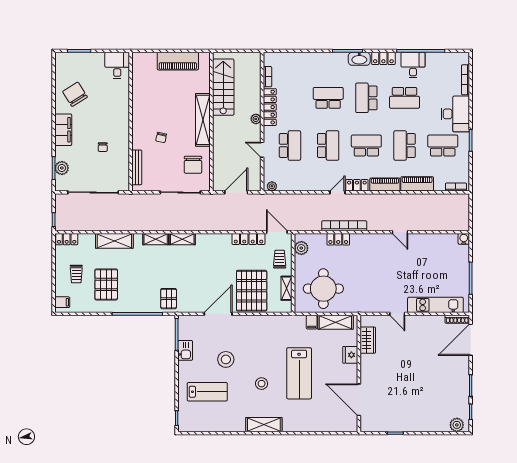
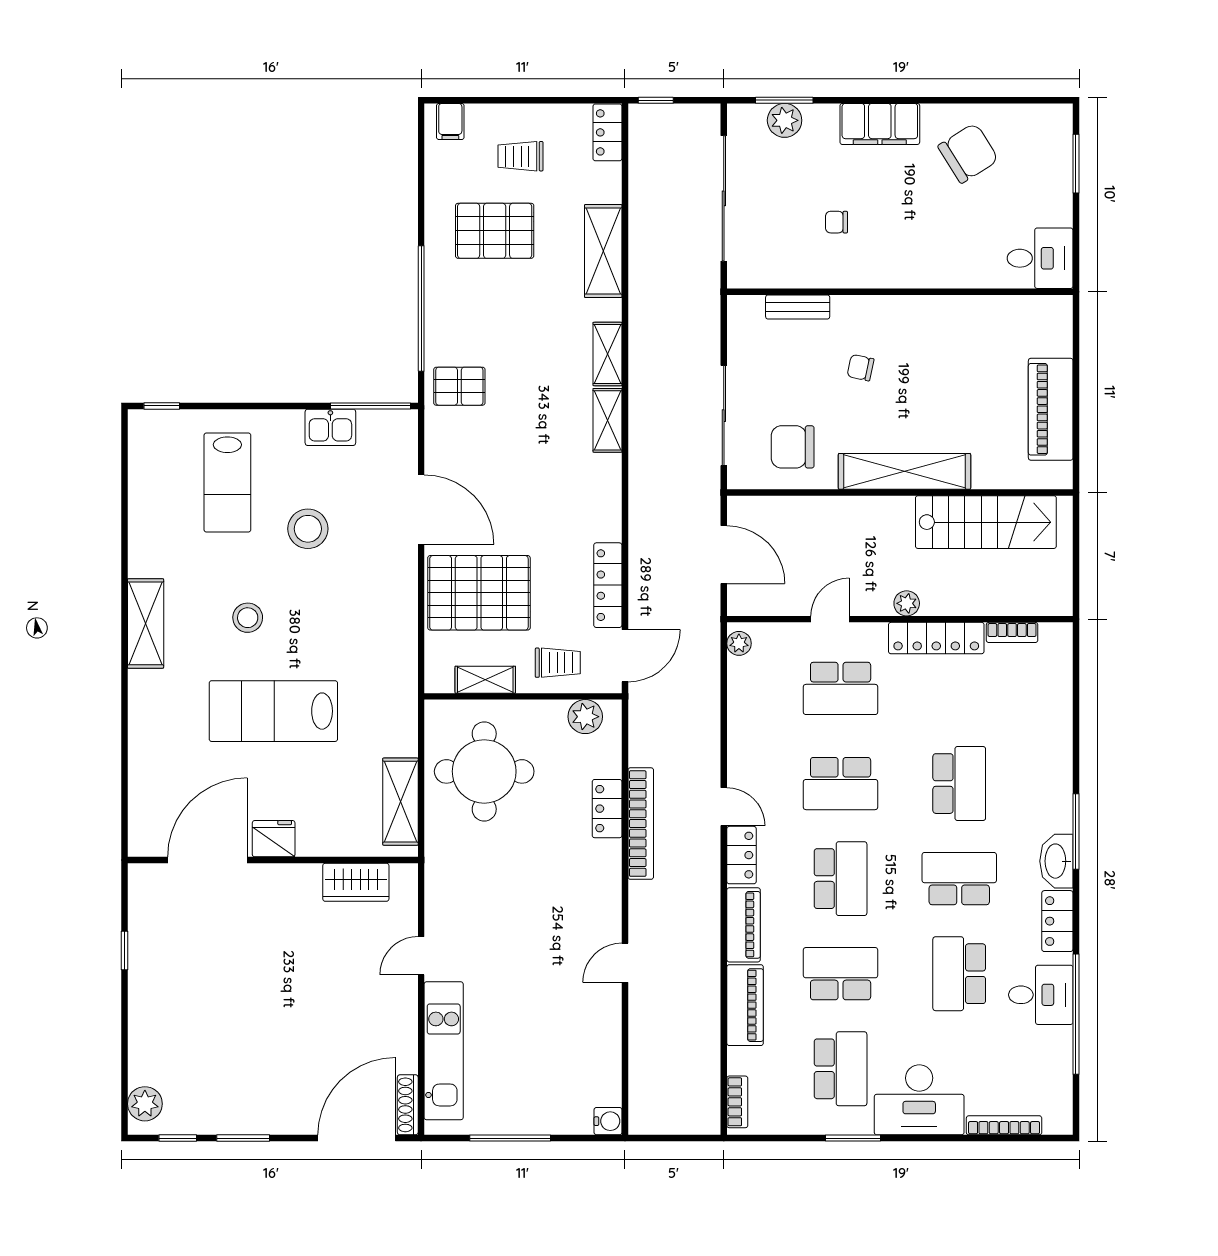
bench: (137, 167) -> (798, 307), width x0.73
filing cabinet: (312, 322) -> (401, 742), removed
door: (471, 340) -> (357, 1138), hinge flipped
fridge: (350, 355) -> (274, 839), moved

